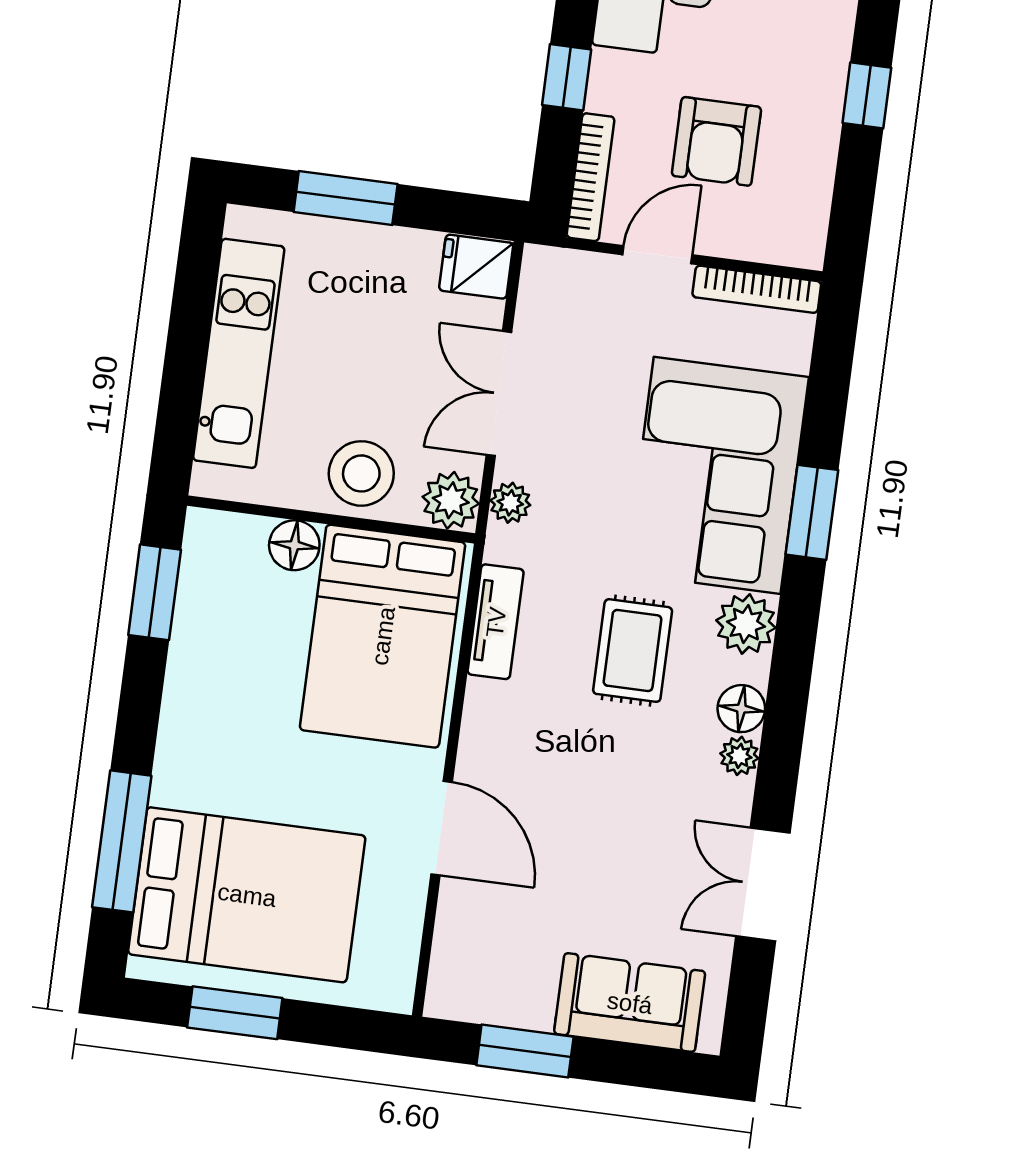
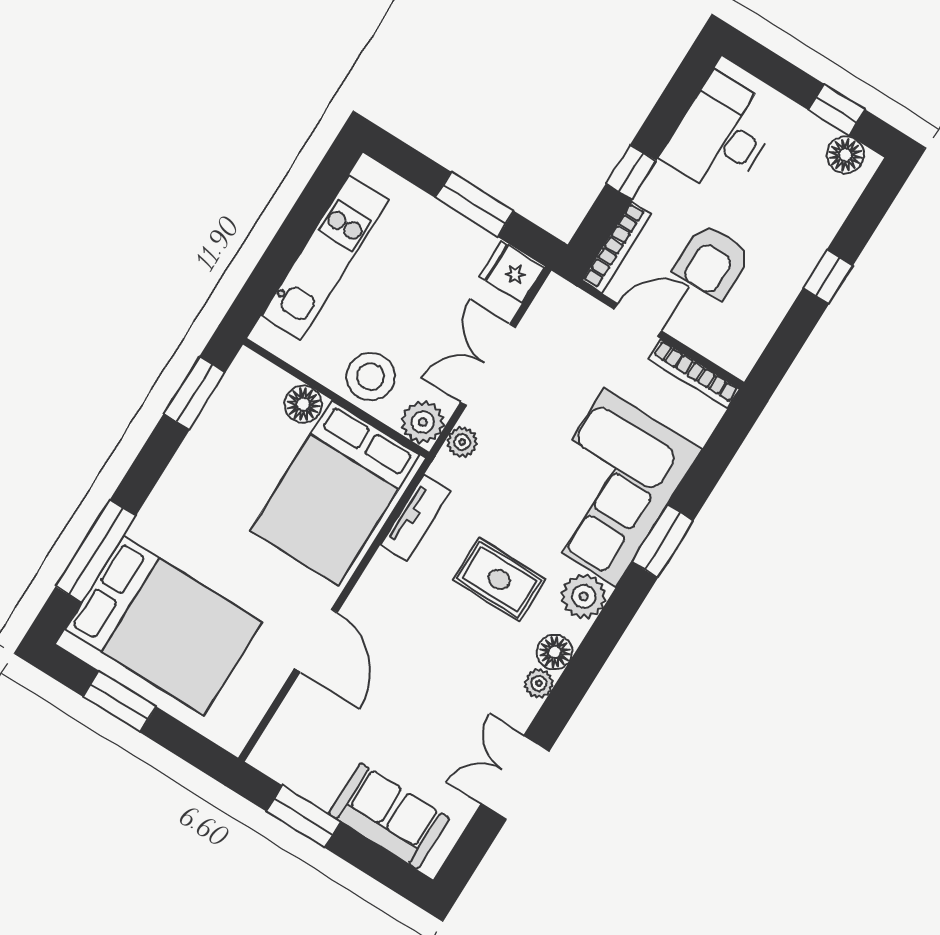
window: (346, 198) -> (475, 204), moved
rug: (633, 651) -> (499, 579), turned 90

